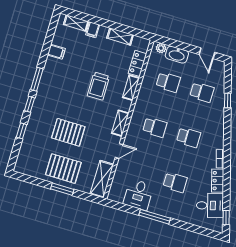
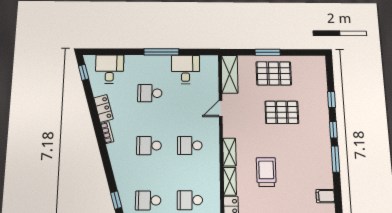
shelving: (120, 123) -> (229, 152), moved
desk: (210, 205) -> (109, 69), moved, turned 106

